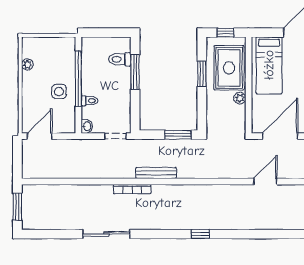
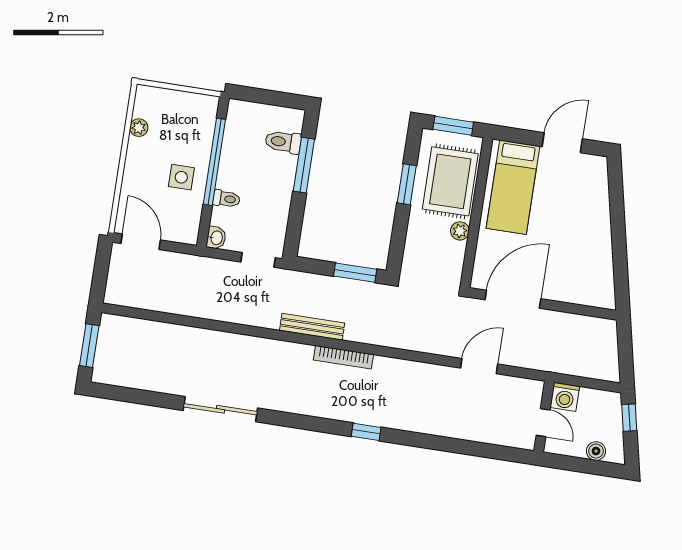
window: (225, 33) -> (453, 126), width x1.50
door: (40, 136) -> (141, 242), hinge flipped
bookcase: (132, 189) -> (343, 357), moved

